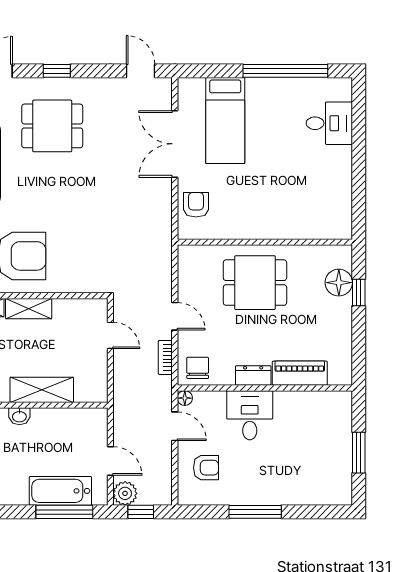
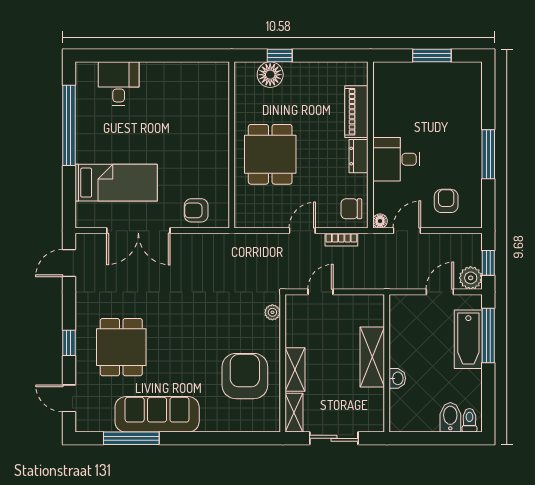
plant: (89, 285) -> (272, 312), added

